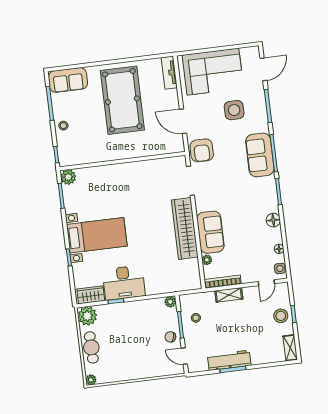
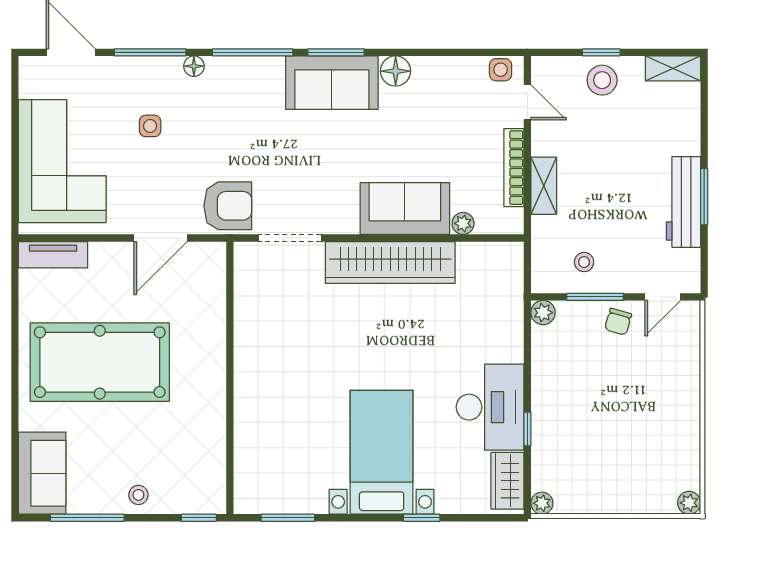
side table: (234, 110) -> (150, 126), width x0.54, depth x0.54
sofa: (260, 155) -> (332, 83), moved
plant: (68, 177) -> (250, 498), removed
floor lamp: (279, 249) -> (194, 66), moved
bookcase: (223, 282) -> (514, 168), moved
plant: (87, 316) -> (542, 503), width x0.53, depth x0.53
cafe table: (91, 347) -> (620, 493), removed

